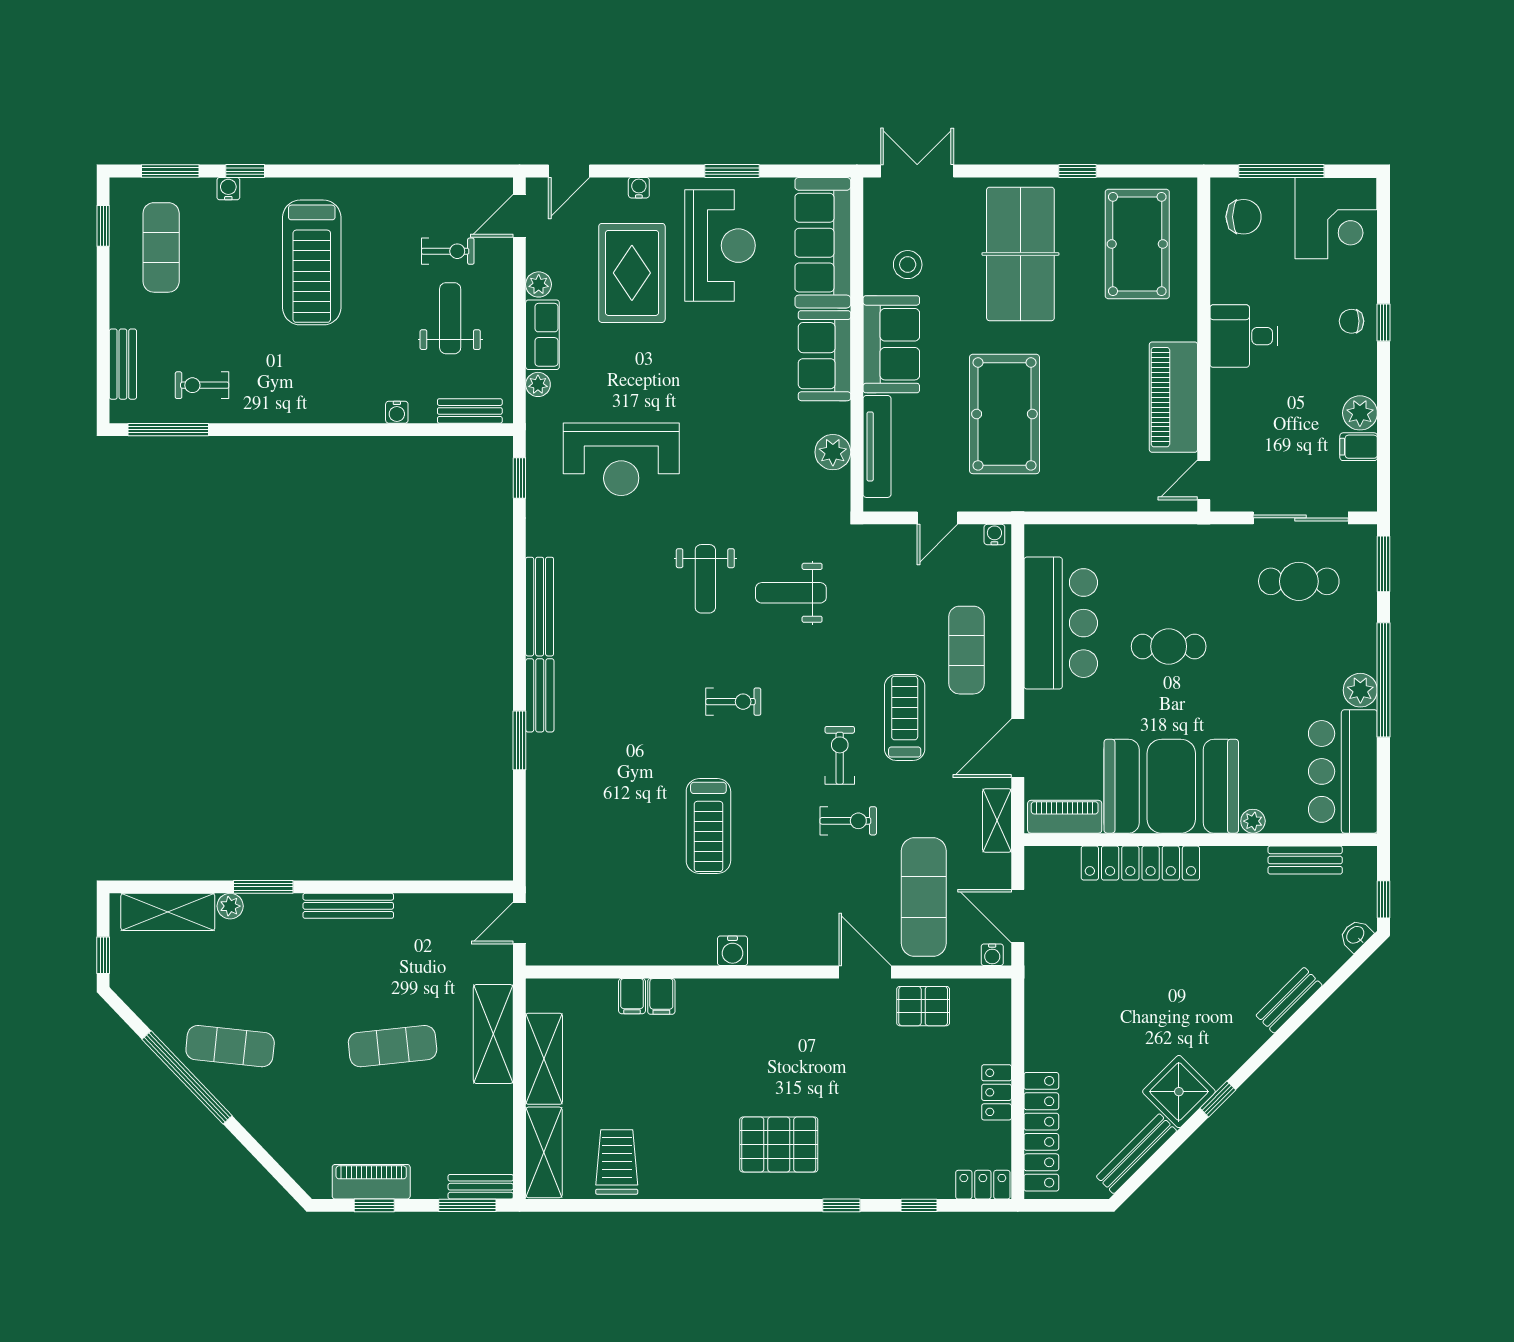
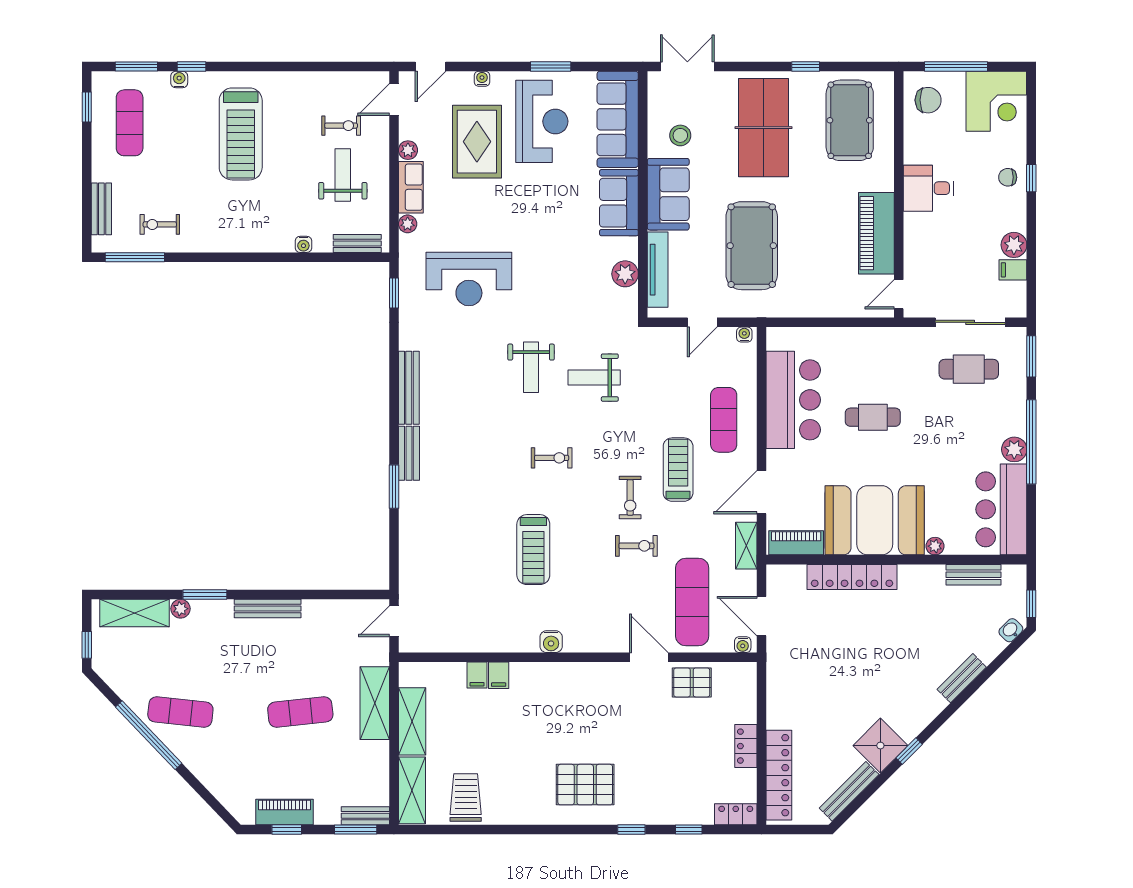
exercise bike: (840, 755) -> (630, 497), turned 180

